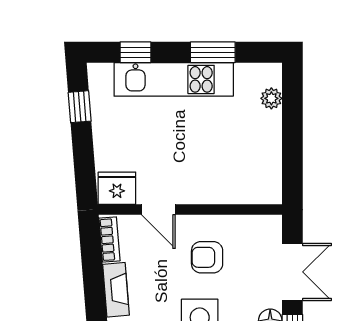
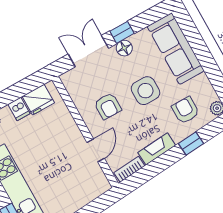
dishwasher: (268, 140) -> (19, 109), added
fridge: (117, 188) -> (38, 100), moved, turned -90

